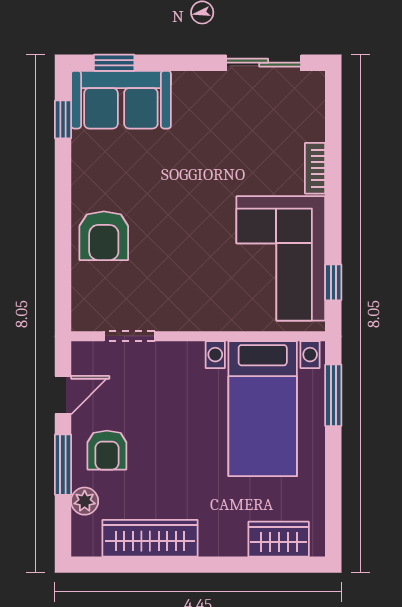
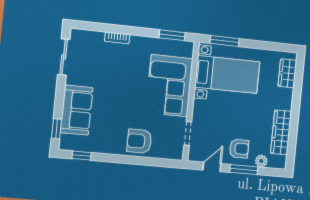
sofa: (121, 100) -> (77, 110), moved
armchair: (104, 236) -> (139, 141), turned 180
corner sofa: (281, 258) -> (169, 86), moved, turned 90
window: (333, 282) -> (172, 35), width x1.50
door: (63, 395) -> (212, 167), hinge flipped

